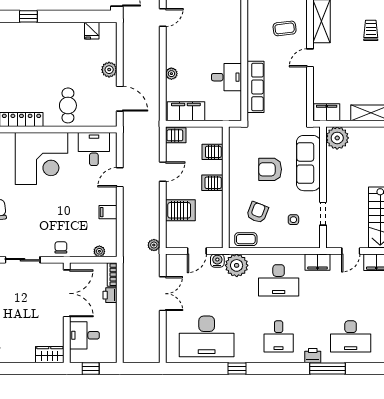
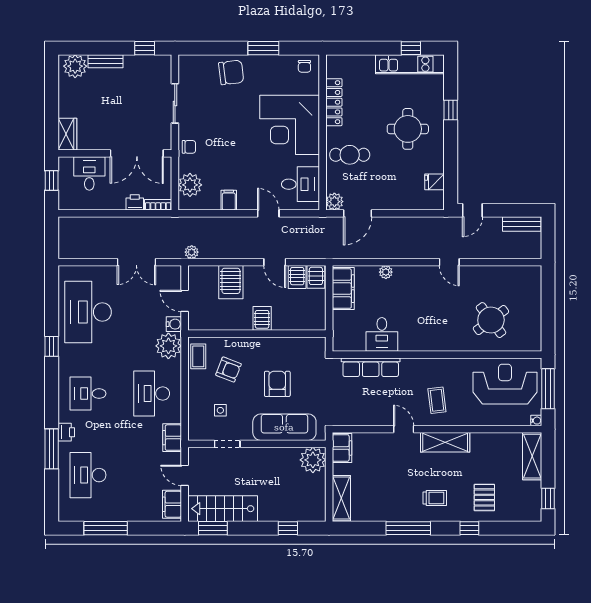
round table: (45, 54) -> (408, 129), added
plant: (109, 70) -> (334, 202), moved
server rack: (212, 152) -> (297, 277), moved, turned 180
plant: (99, 251) -> (190, 185), width x1.88, depth x1.88

